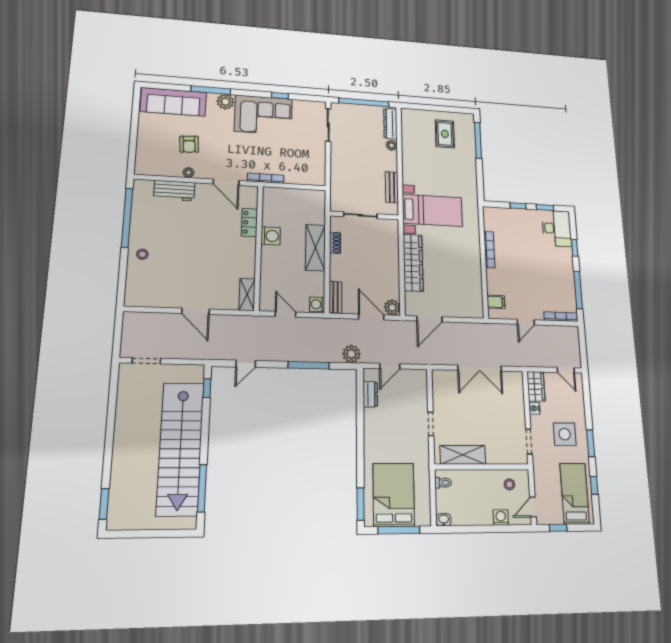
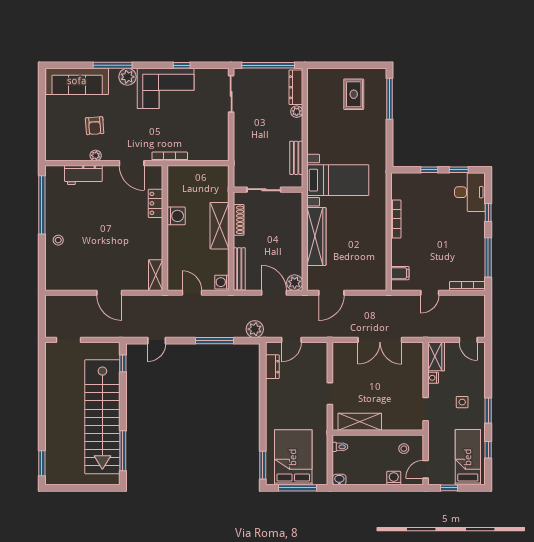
shoe rack: (335, 243) -> (239, 220), width x1.43
bench: (335, 297) -> (239, 269), width x1.36
side table: (565, 434) -> (462, 402), width x0.54, depth x0.54

